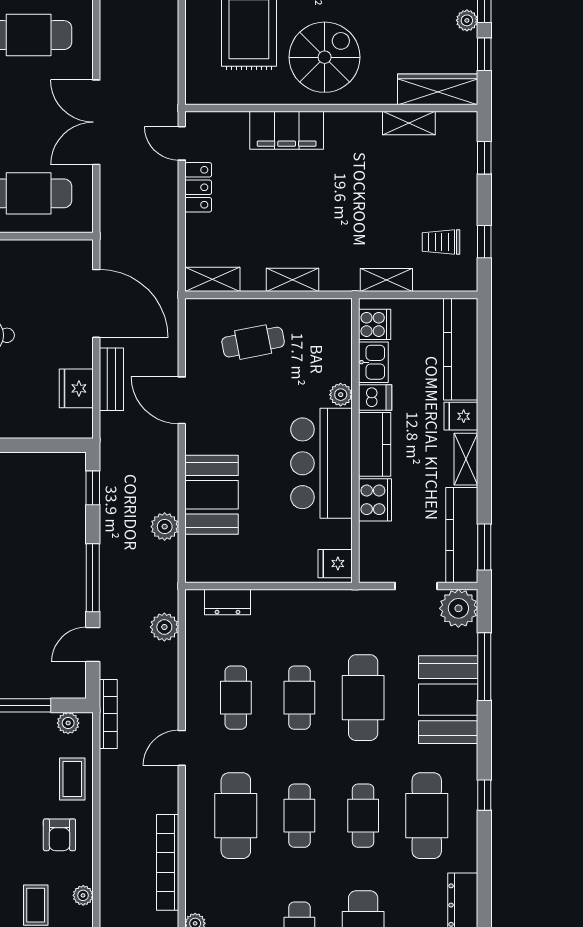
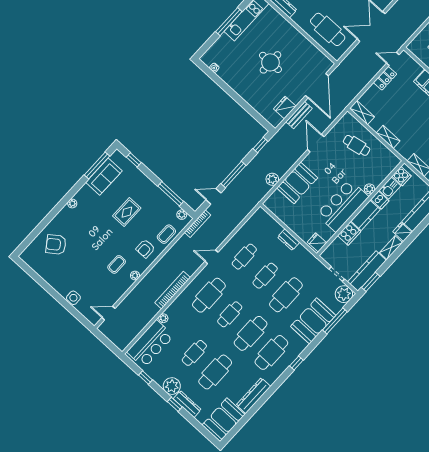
door: (182, 143) -> (393, 59), hinge flipped
dresser: (227, 602) -> (289, 240), moved
plant: (164, 627) -> (242, 212), removed
cafe table: (363, 816) -> (251, 333), width x1.37, depth x1.35

